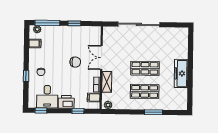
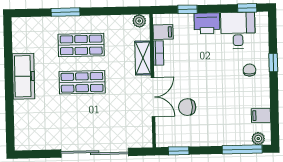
window: (74, 23) -> (179, 151), moved
chair: (75, 62) -> (187, 107), moved

